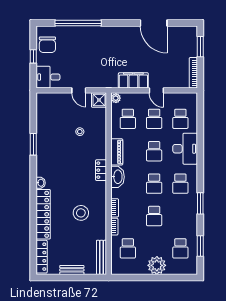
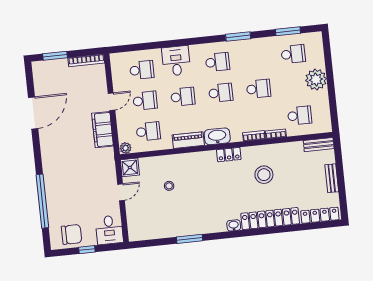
desk: (185, 149) -> (176, 61), width x0.73
locker: (101, 170) -> (229, 155), moved
bench: (101, 257) -> (319, 145), width x0.73

